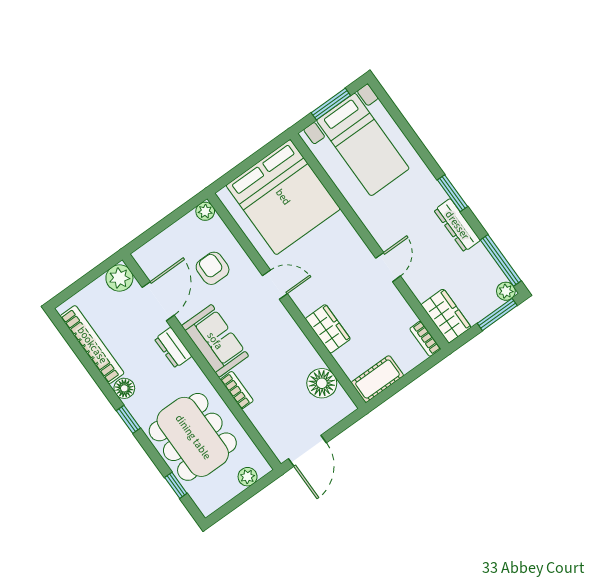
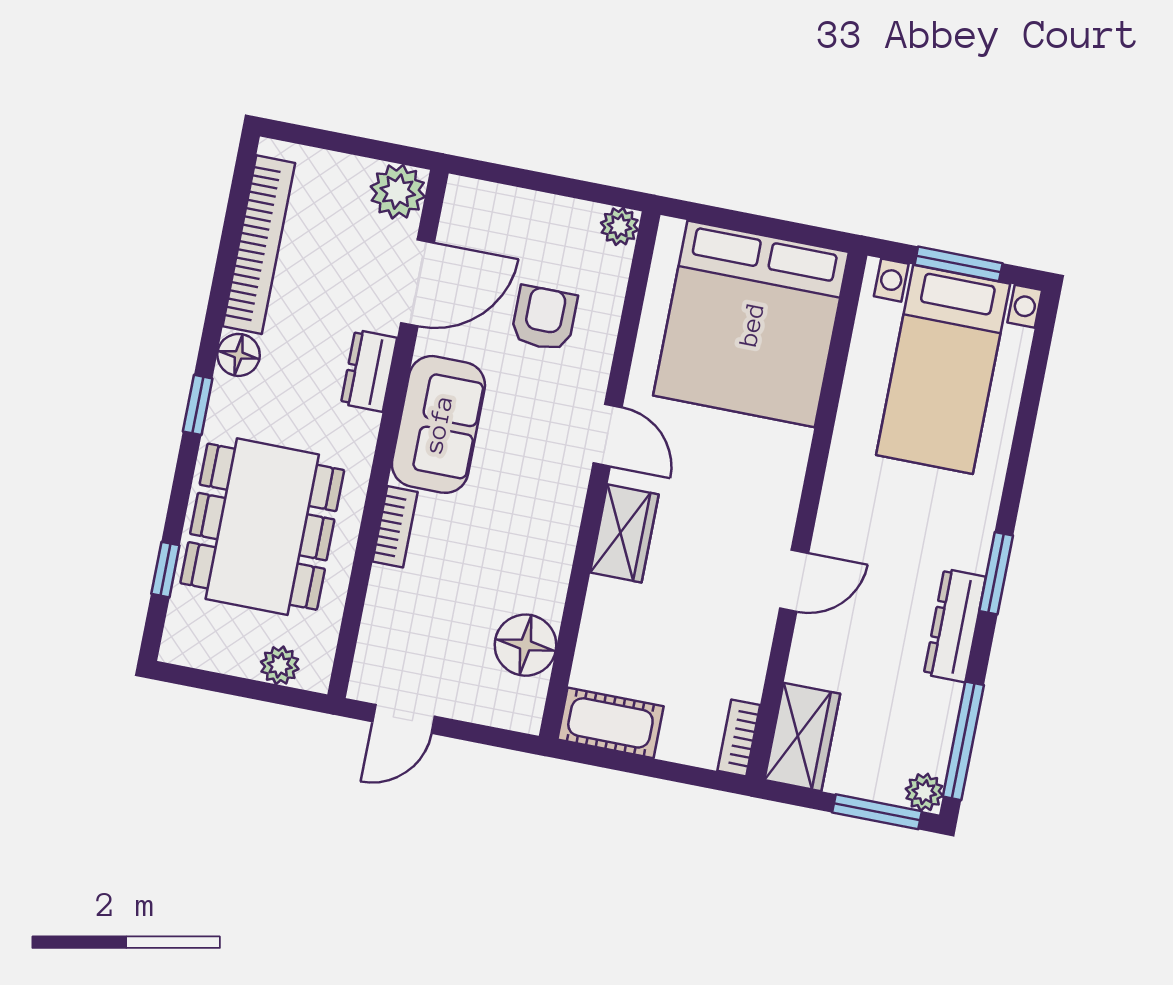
wardrobe: (328, 329) -> (624, 533), moved
door: (307, 451) -> (403, 719), width x0.73

